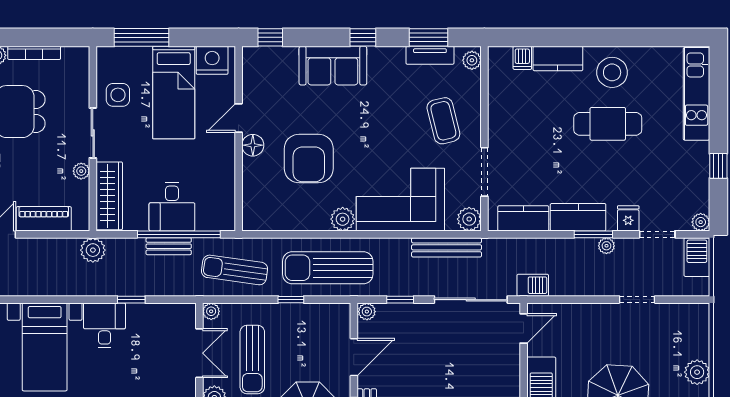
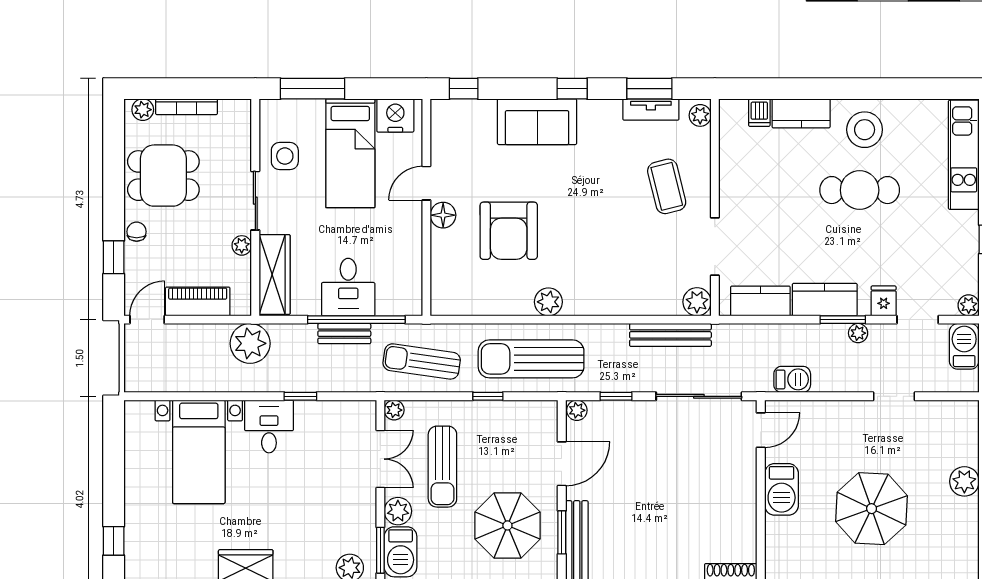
corner sofa: (400, 200) -> (616, 279), removed
plant: (93, 250) -> (250, 343), width x1.36, depth x1.36
barbecue: (533, 285) -> (792, 379), moved

